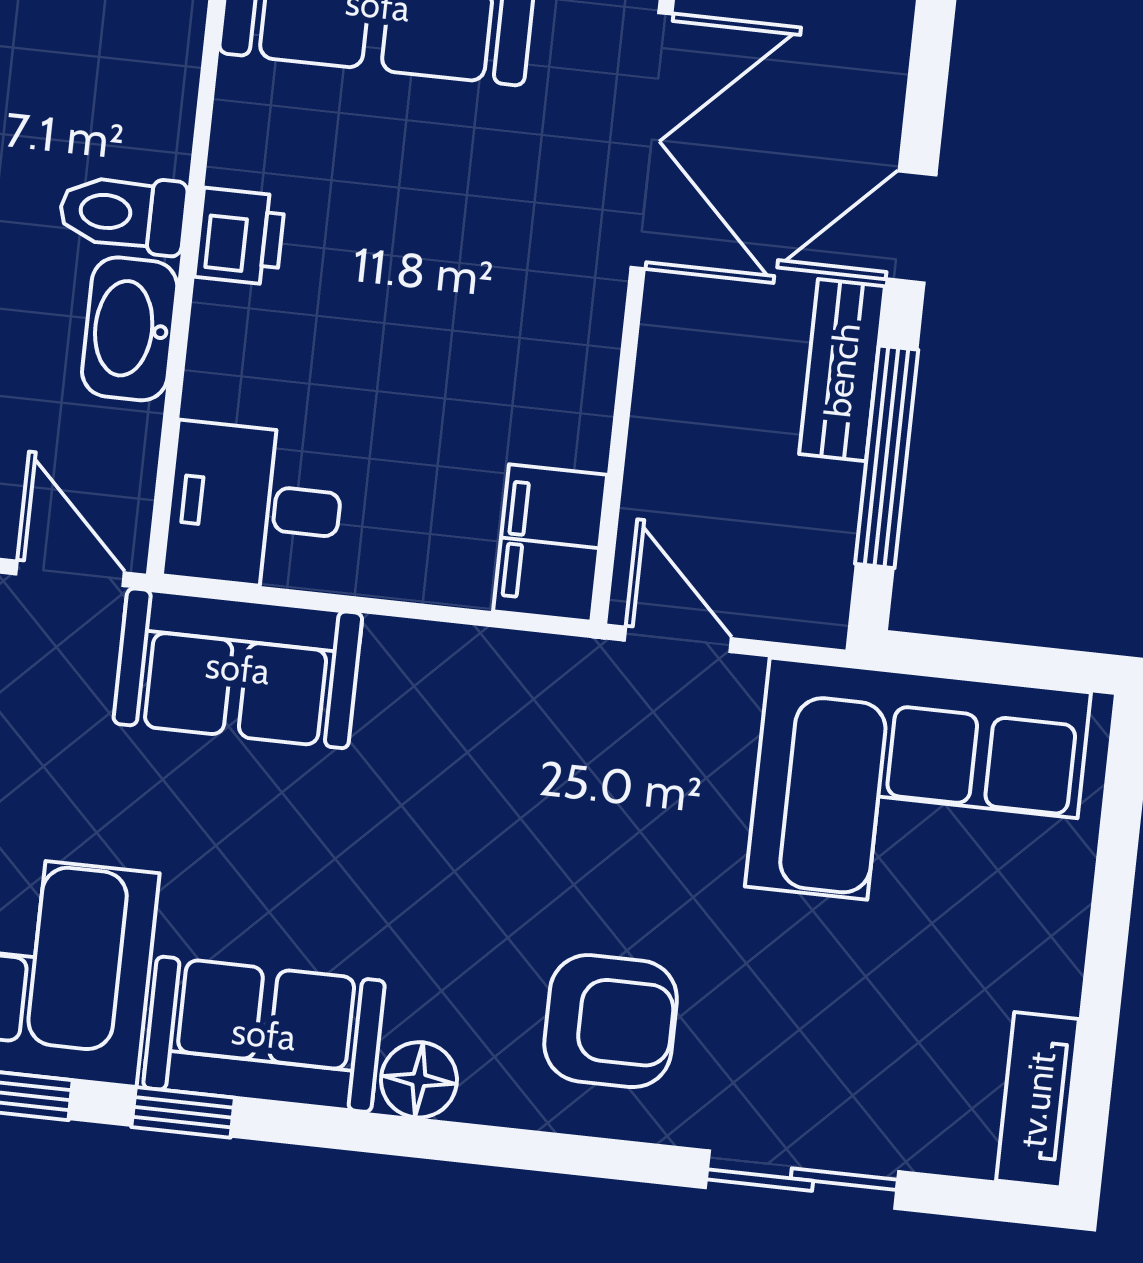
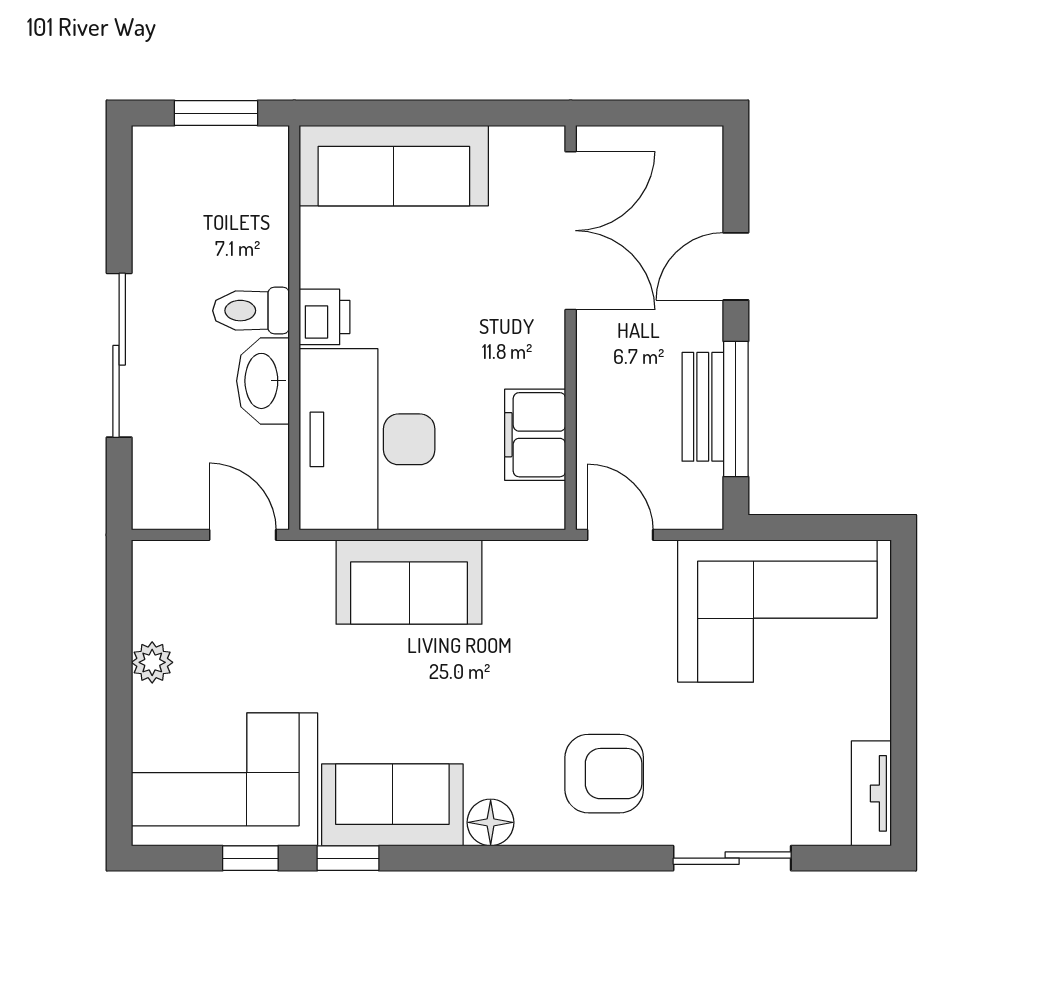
bench: (842, 370) -> (703, 407), moved
desk: (255, 506) -> (367, 439), width x1.87, depth x1.30
filing cabinet: (550, 543) -> (535, 435), moved
sofa: (238, 668) -> (409, 582), moved

